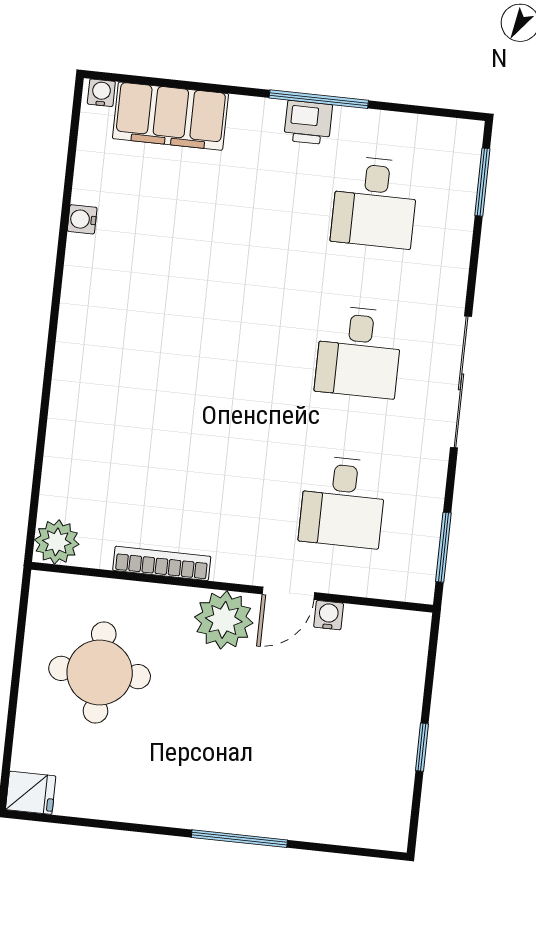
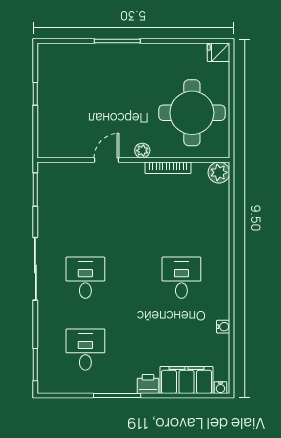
printer: (308, 122) -> (148, 384), moved
desk: (343, 502) -> (181, 278), moved
water cooler: (329, 615) -> (86, 152), removed
plant: (224, 620) -> (142, 151), width x0.53, depth x0.53
round table: (100, 672) -> (192, 113), width x1.36, depth x1.36

